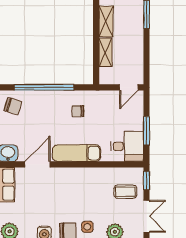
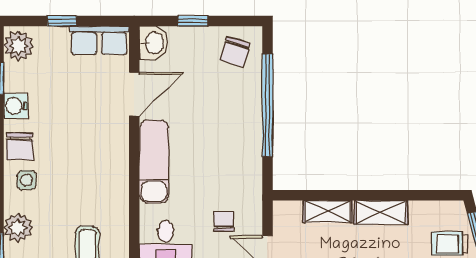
chair: (78, 111) -> (224, 221), moved
door: (38, 164) -> (134, 94), hinge flipped

